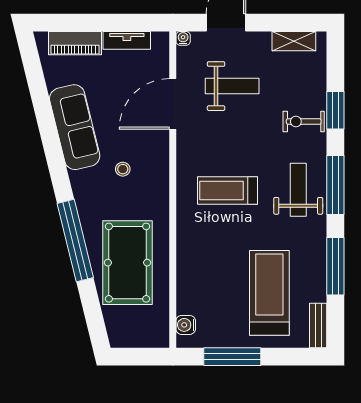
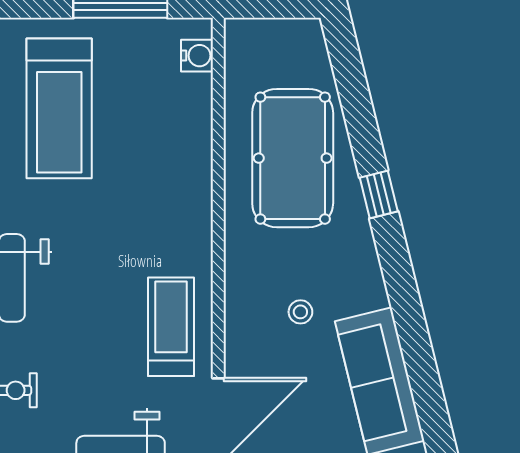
treadmill: (228, 190) -> (171, 327), moved, turned -90
window: (75, 241) -> (379, 194), width x0.32

